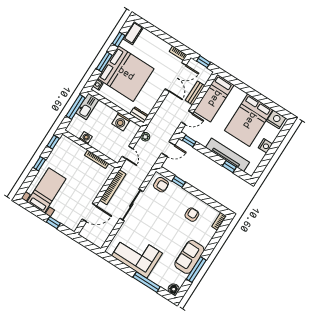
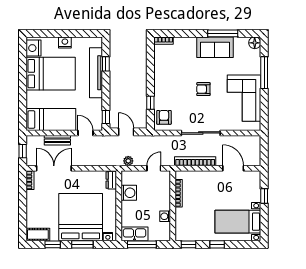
armchair: (192, 215) -> (203, 89), moved

